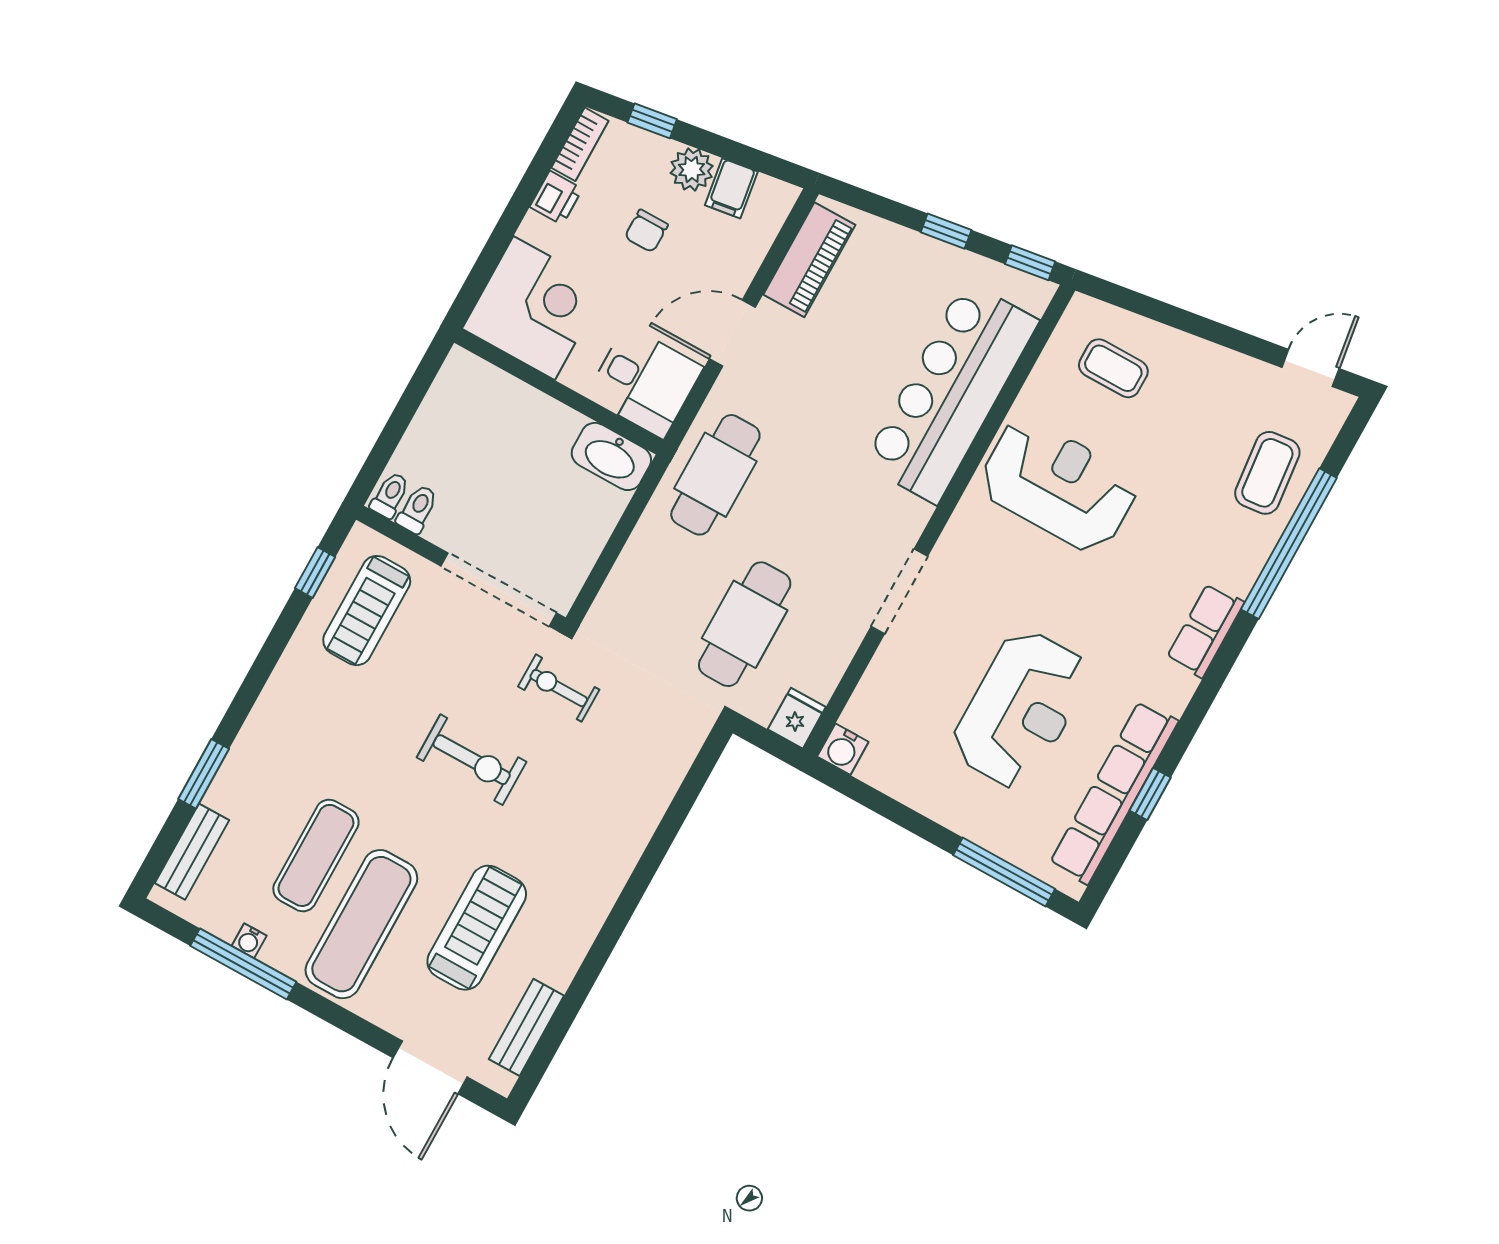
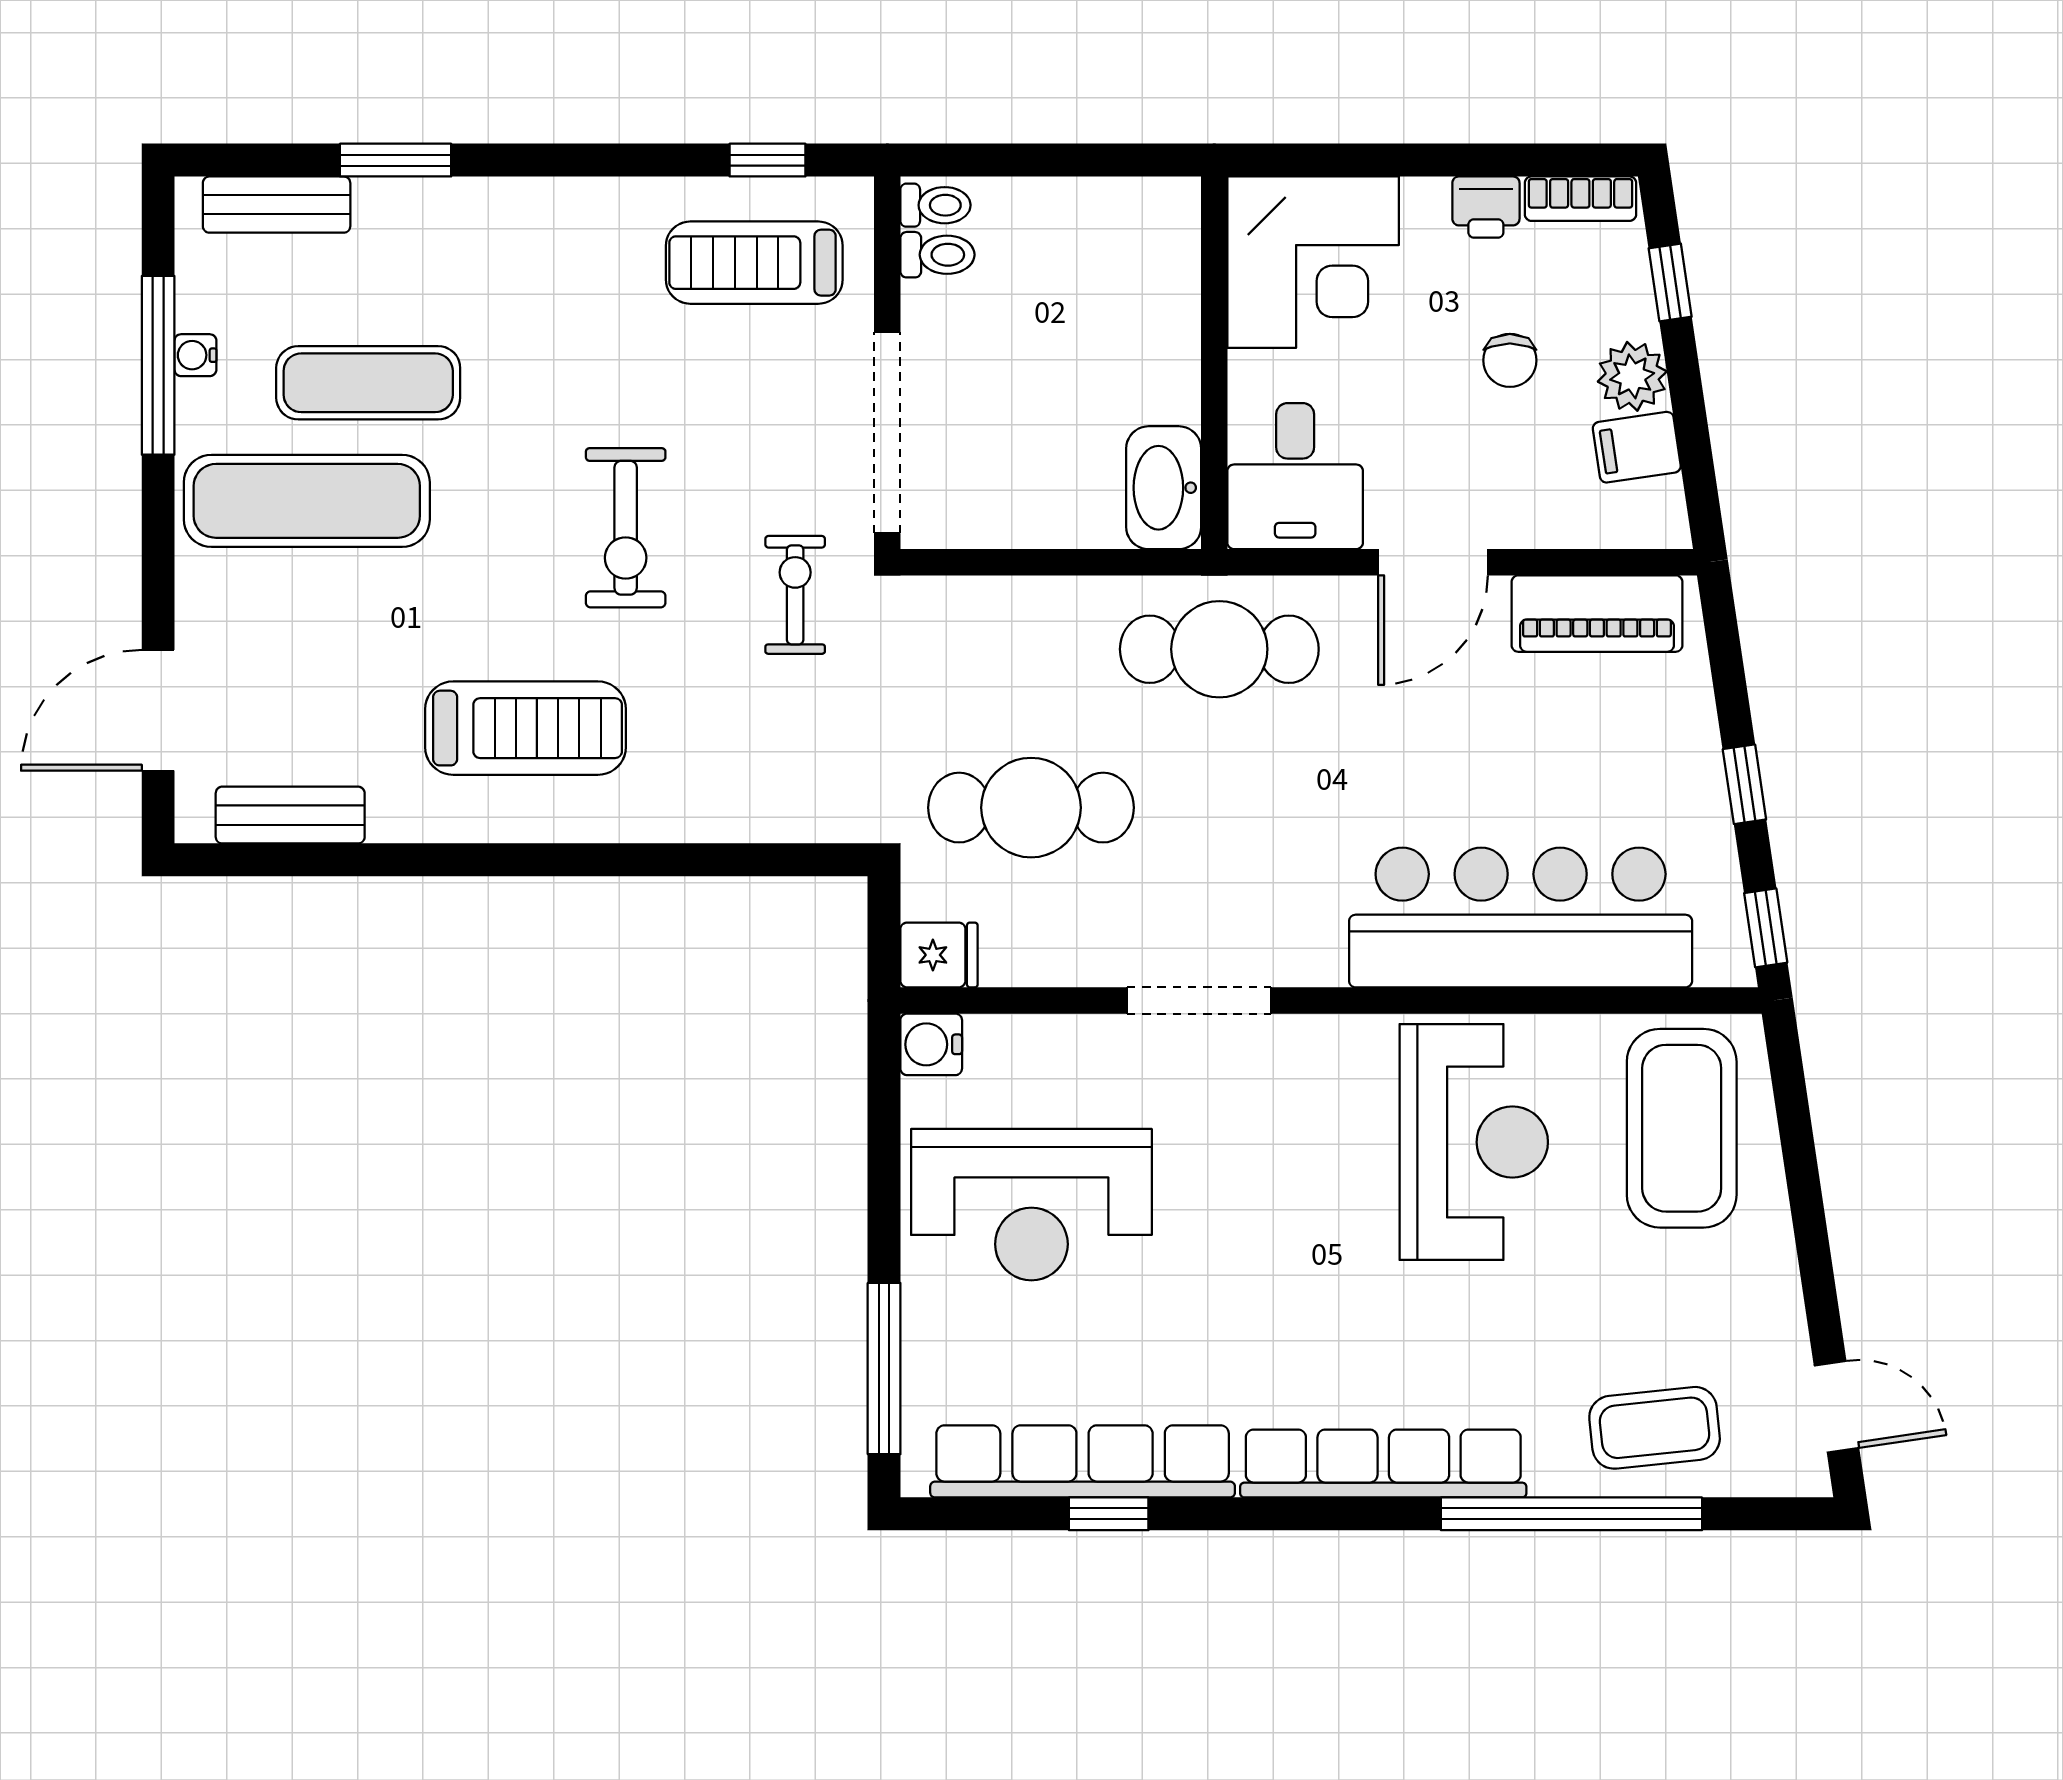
chair: (646, 231) -> (1510, 360), turned -90
door: (732, 333) -> (1433, 562), swing flipped
coffee table: (1113, 368) -> (1682, 1128), width x1.86, depth x1.72
row of seats: (1205, 630) -> (1383, 1464), width x2.02
reception desk: (1021, 709) -> (1031, 1205), moved
treadmill: (477, 928) -> (525, 728), moved

